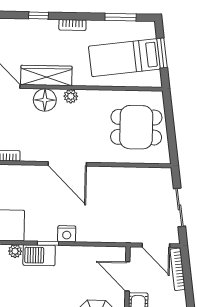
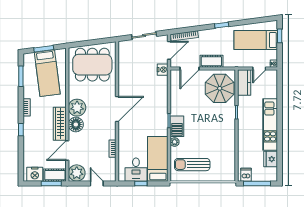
plant: (71, 96) -> (77, 108), width x1.87, depth x1.87
dining table: (136, 127) -> (92, 65), width x1.38
nightstand: (67, 234) -> (163, 70), moved

